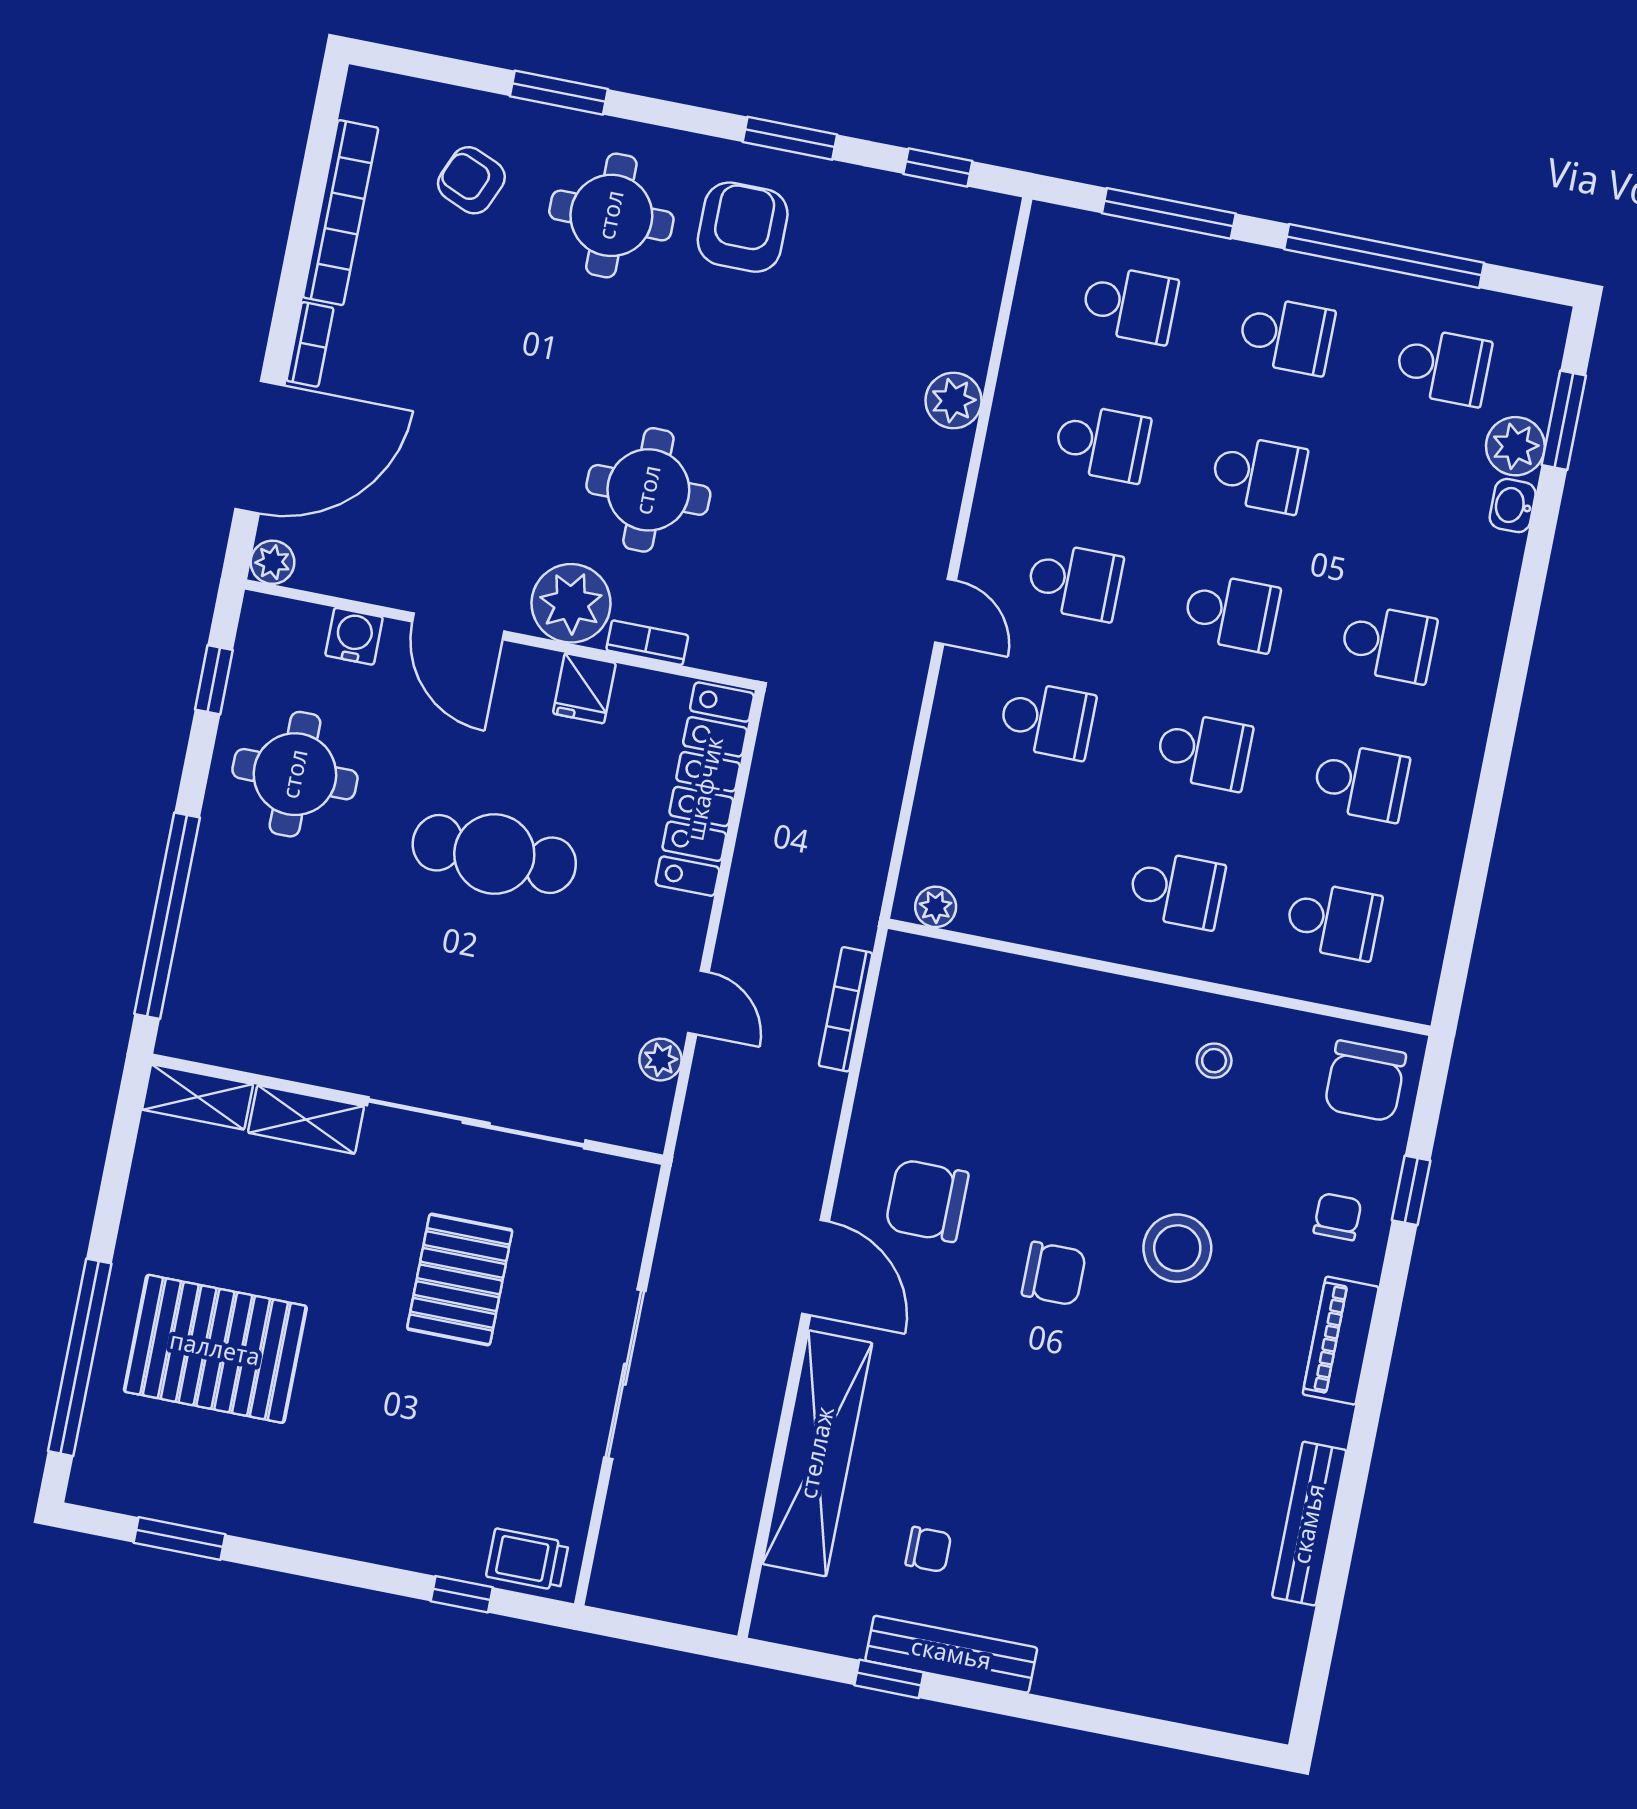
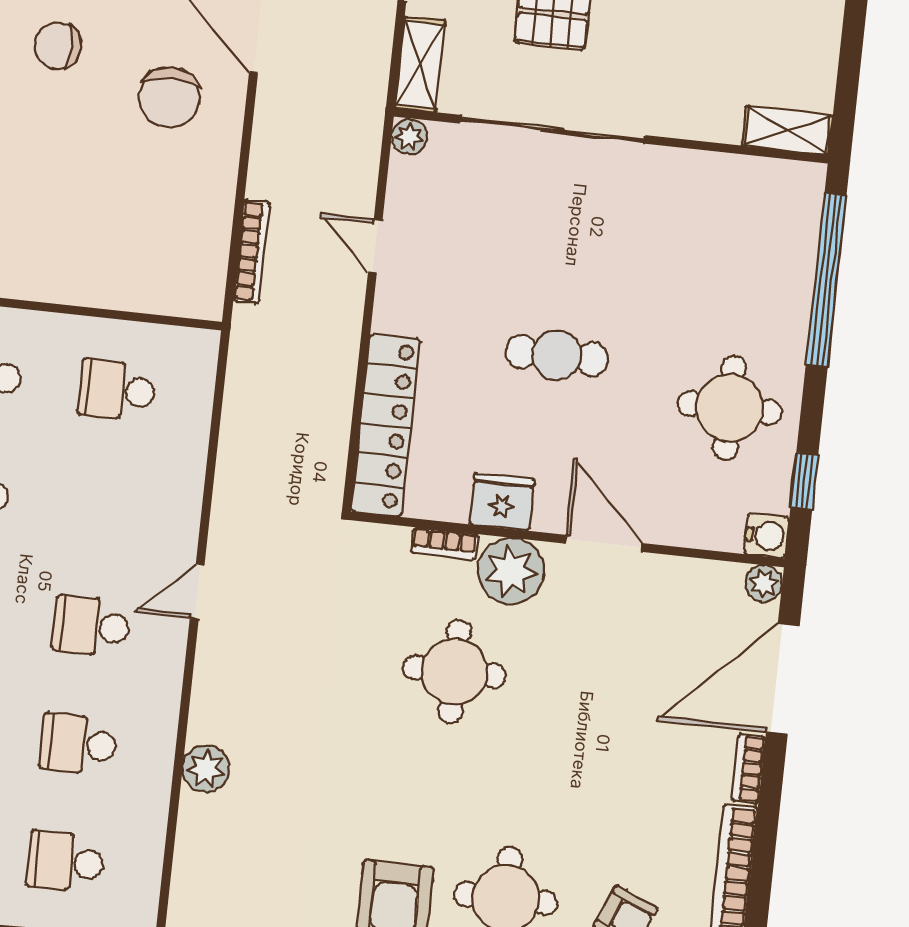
door: (945, 611) -> (197, 592), hinge flipped
water cooler: (354, 636) -> (767, 536), moved, turned -90
fridge: (584, 688) -> (502, 502), width x1.38
school desk: (1047, 720) -> (117, 390), moved
cafe table: (494, 854) -> (557, 356), width x0.73, depth x0.74
plant: (936, 907) -> (184, 344), removed
plant: (660, 1060) -> (409, 137), moved
shelving: (306, 1119) -> (420, 65), moved, turned 90
chair: (927, 1201) -> (170, 97), turned 90

